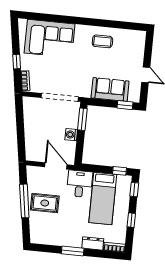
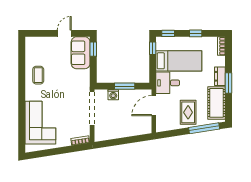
window: (17, 62) -> (64, 150), removed
sofa: (110, 89) -> (81, 53), moved
window: (82, 119) -> (125, 86), moved
washing machine: (71, 135) -> (113, 95), moved
window: (24, 201) -> (204, 128), moved
cot: (52, 235) -> (217, 103), added
dresser: (93, 243) -> (220, 76), moved

